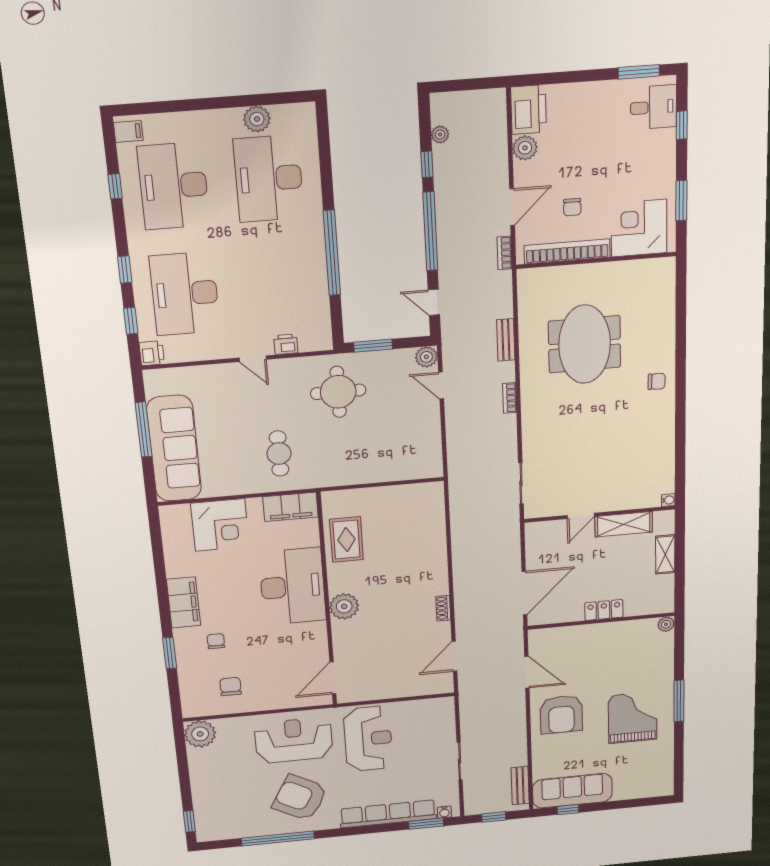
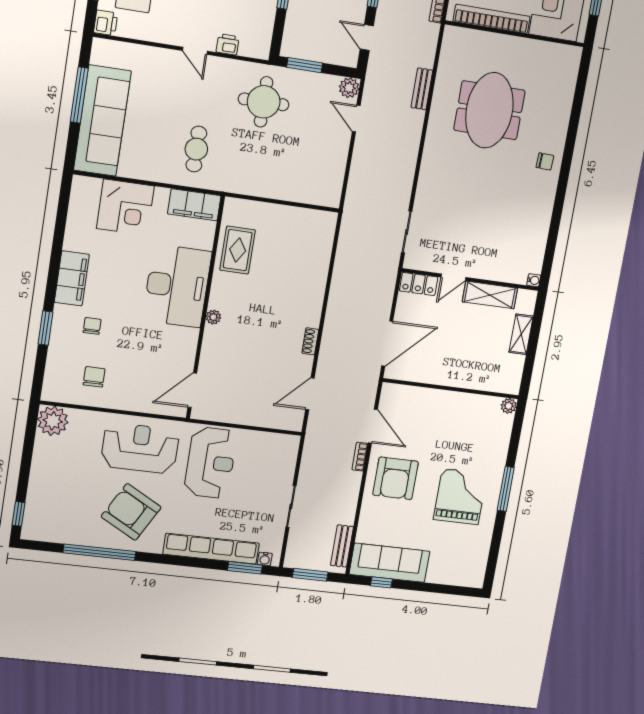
bookcase: (510, 398) -> (360, 457), moved
plant: (344, 606) -> (213, 317), width x0.53, depth x0.53
locker: (604, 610) -> (419, 284), moved, turned 180
window: (494, 817) -> (310, 575), width x1.50

